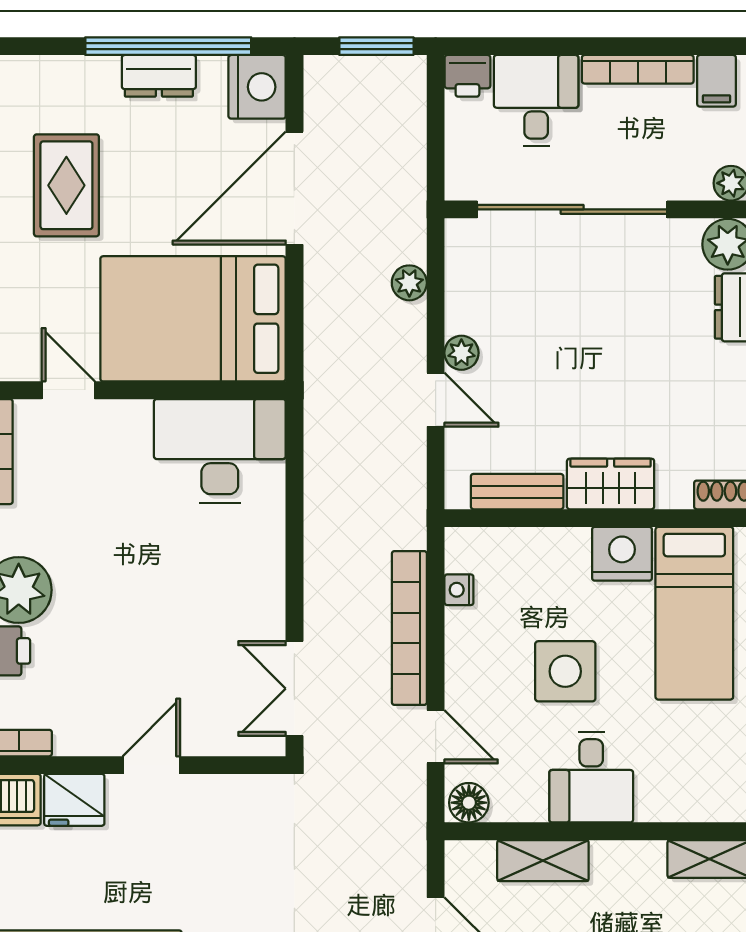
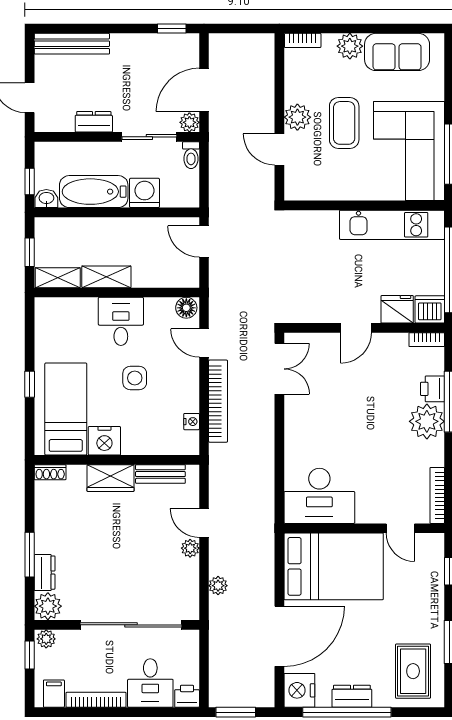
rug: (66, 185) -> (413, 671), moved
side table: (565, 671) -> (135, 378), width x0.73, depth x0.73
shelving: (543, 861) -> (106, 277), moved

